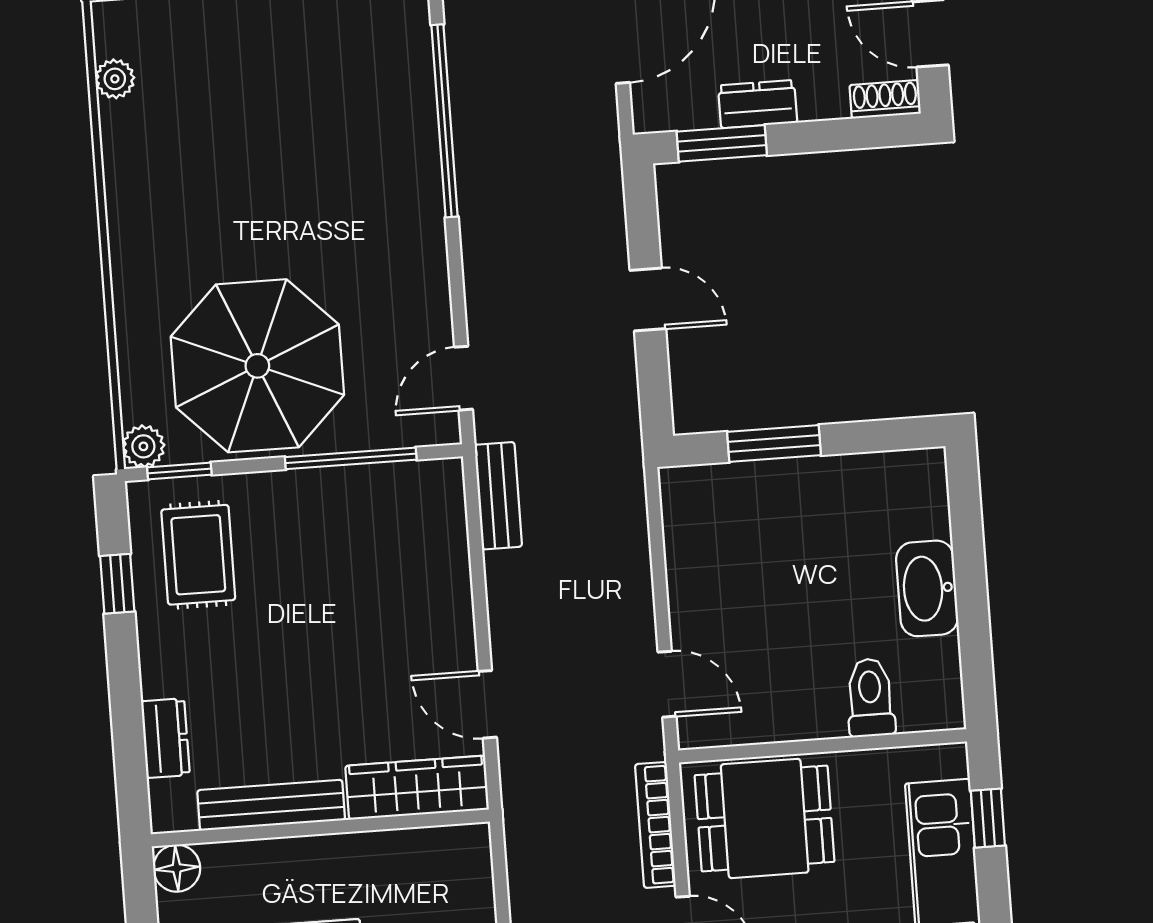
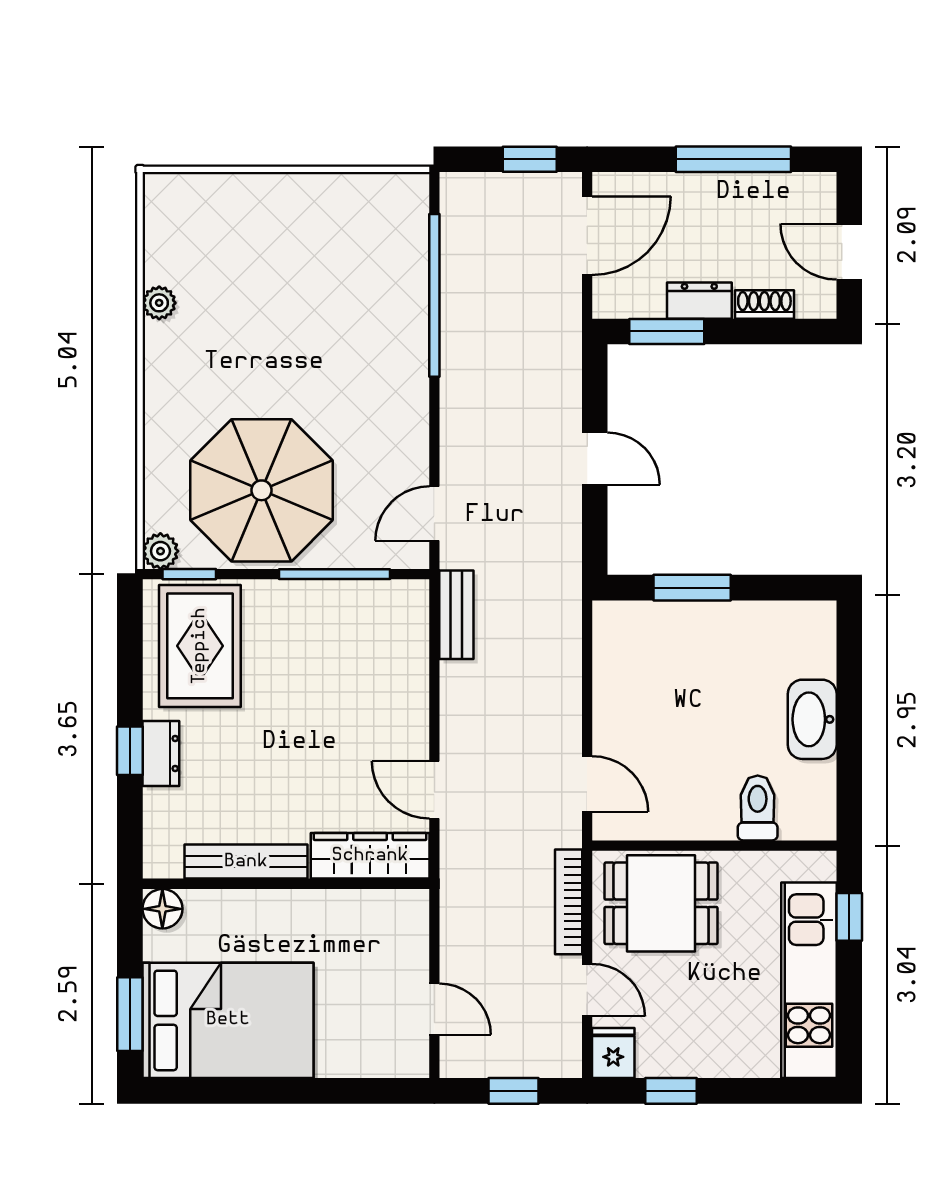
plant: (115, 79) -> (159, 303), moved
shoe rack: (885, 99) -> (764, 304), moved
rug: (198, 555) -> (200, 646), width x1.36, depth x1.43
window: (117, 584) -> (130, 751), moved
dresser: (165, 738) -> (161, 753), moved

